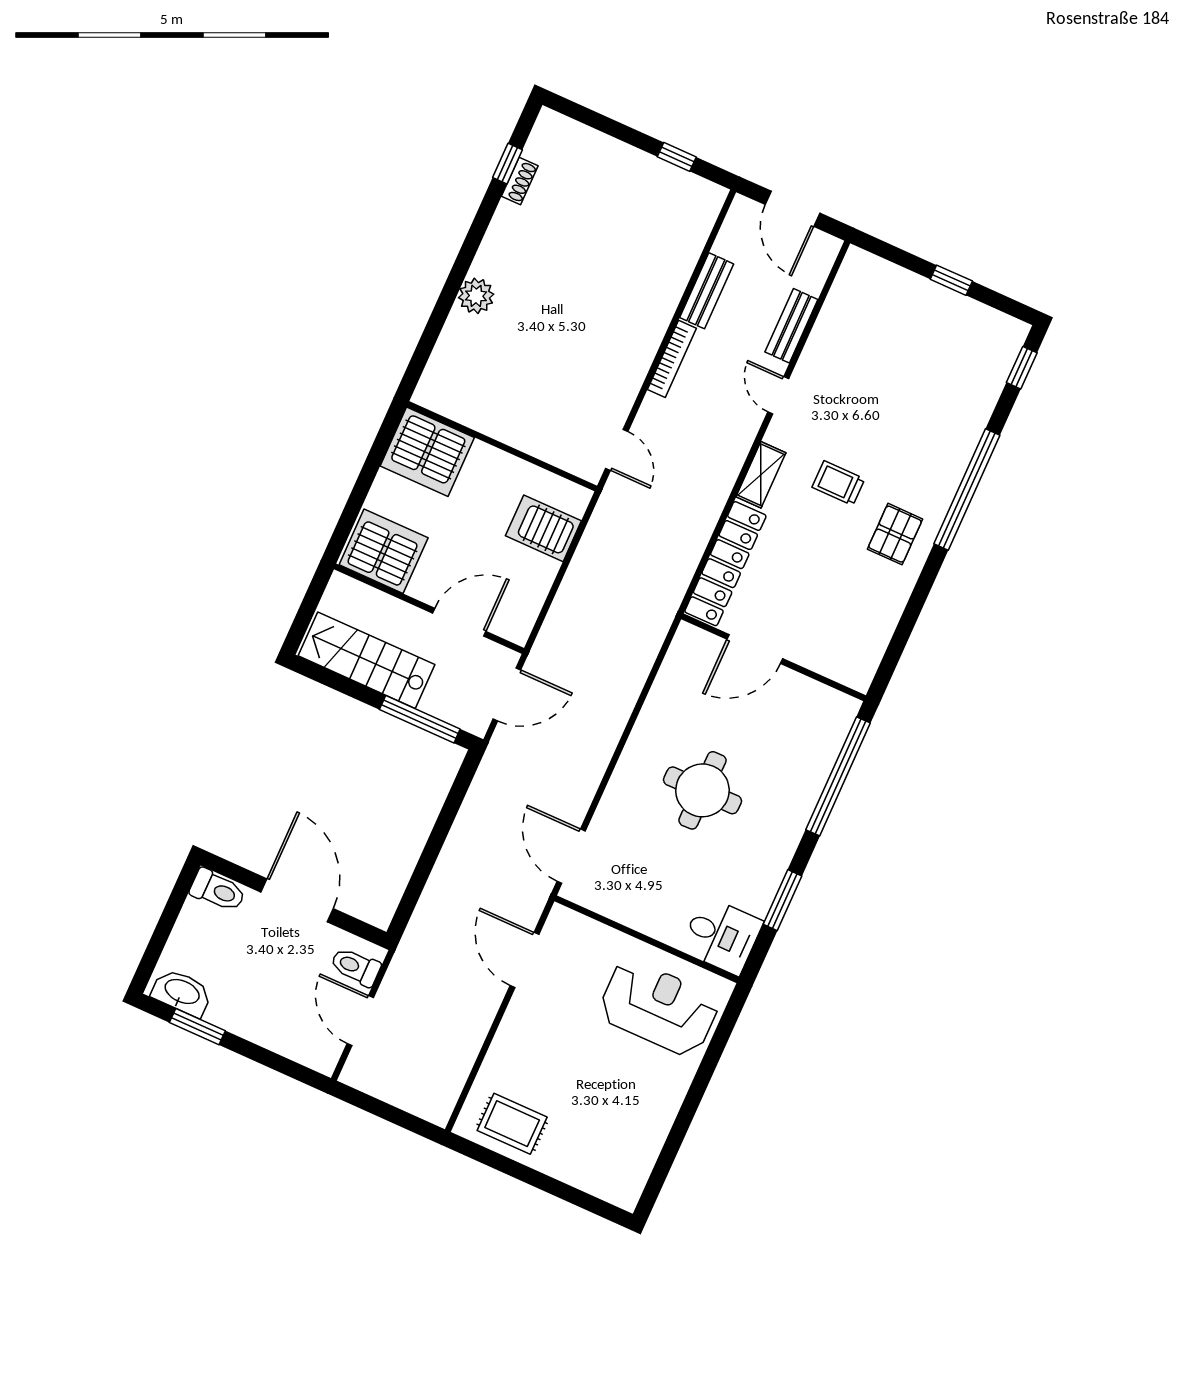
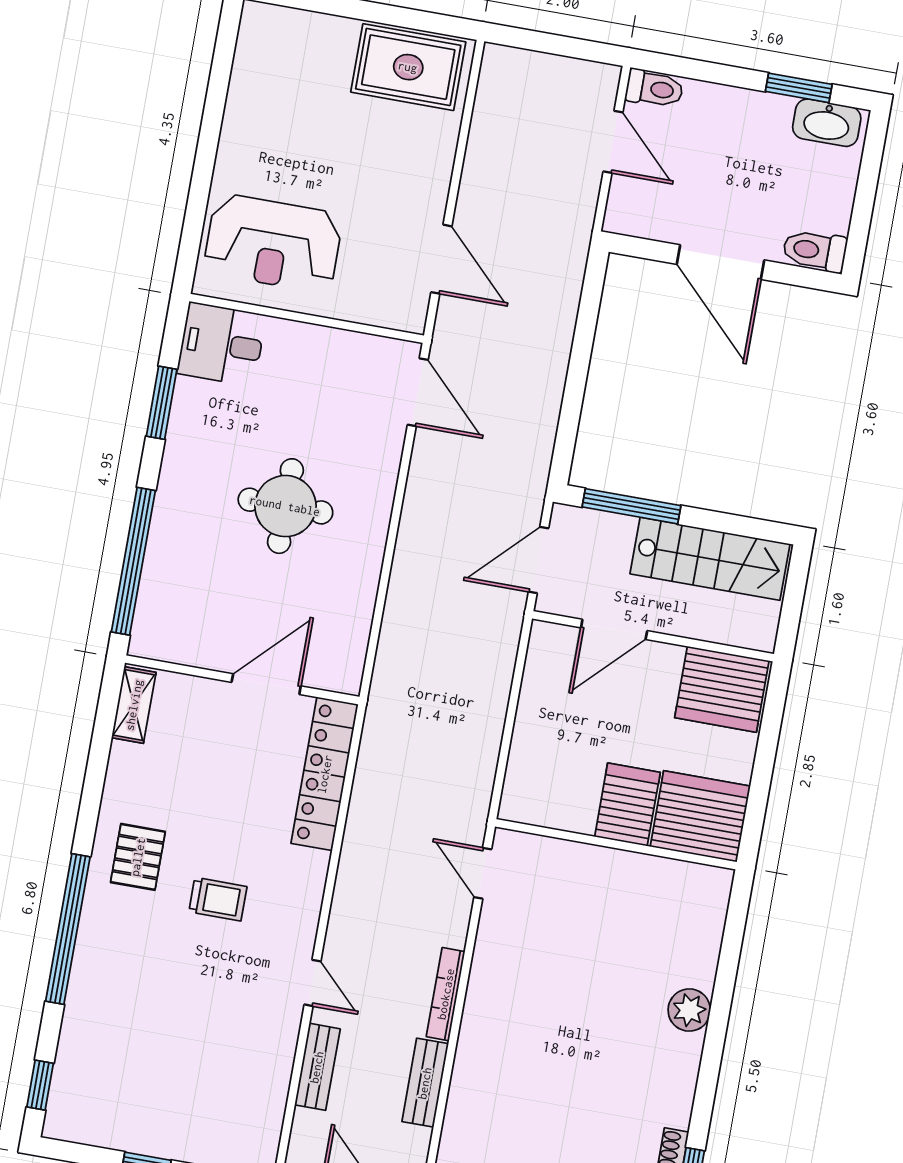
shelving: (761, 475) -> (134, 705), moved
server rack: (543, 528) -> (627, 804), moved, turned -90
toilet: (355, 967) -> (654, 89), moved
rug: (512, 1124) -> (408, 67), width x1.36, depth x1.43

